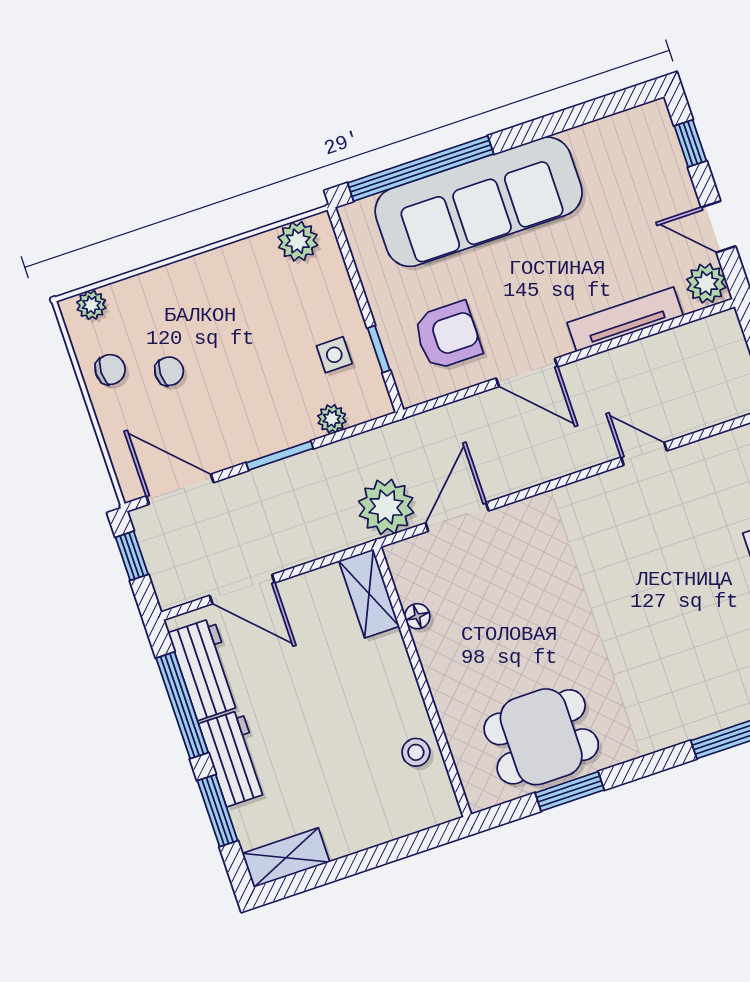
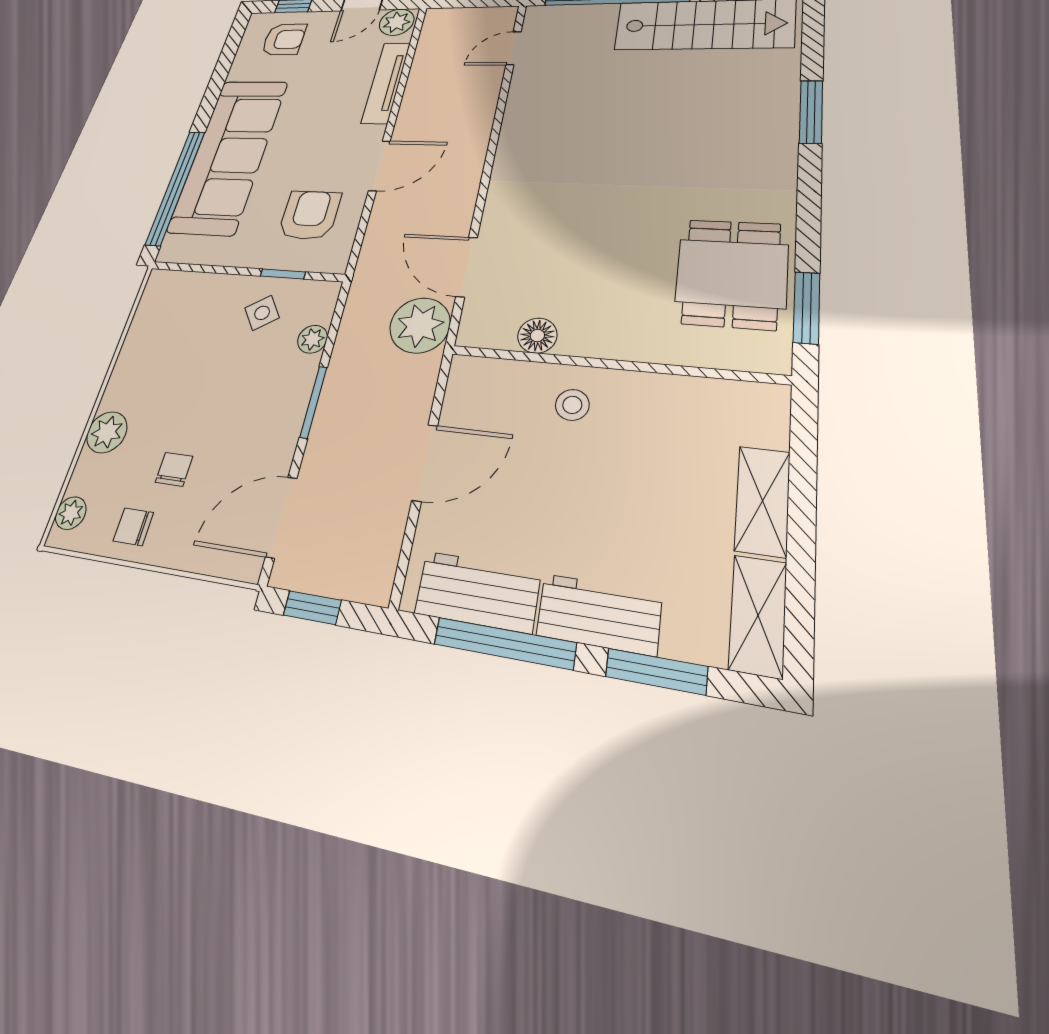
armchair: (642, 164) -> (284, 39), added
plant: (298, 241) -> (107, 432), moved
side table: (334, 355) -> (262, 313), turned -34
chair: (110, 370) -> (133, 527), turned -90
door: (644, 454) -> (514, 48), moved
door: (242, 589) -> (425, 463), moved
shelving: (369, 594) -> (762, 501), moved, turned 90
floor lamp: (417, 616) -> (537, 336), width x1.37, depth x1.37
stool: (416, 752) -> (572, 405), moved
window: (570, 791) -> (807, 308), moved

